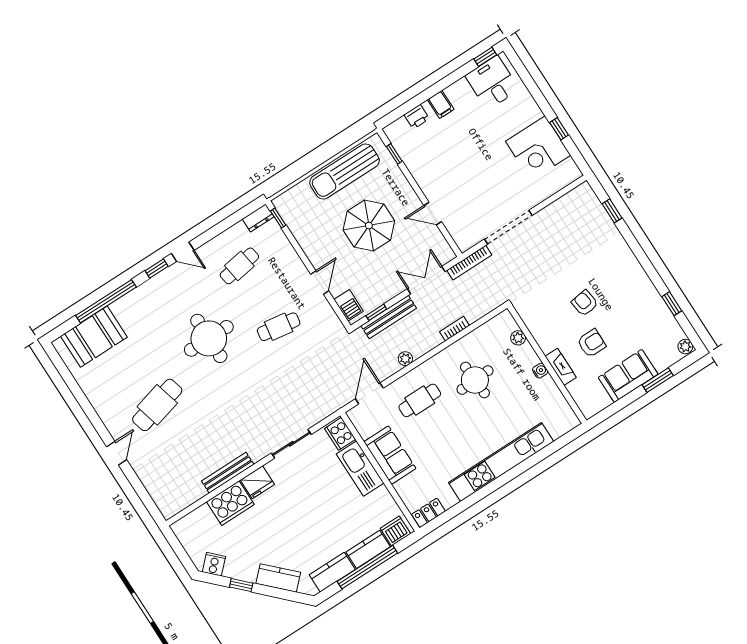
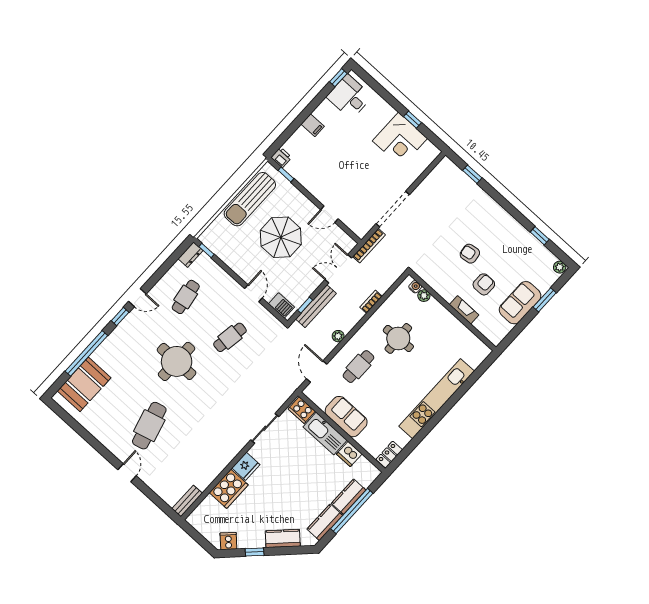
printer: (417, 117) -> (281, 157), moved, turned -90
water cooler: (540, 371) -> (415, 287), moved
bench: (228, 473) -> (187, 501), moved, width x0.73
dishwasher: (395, 531) -> (349, 454), moved, turned -90

